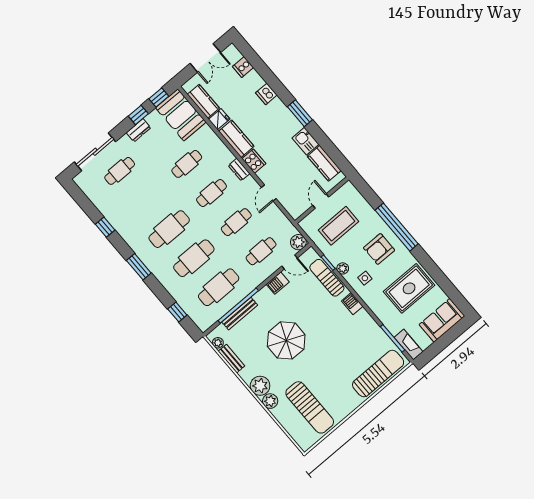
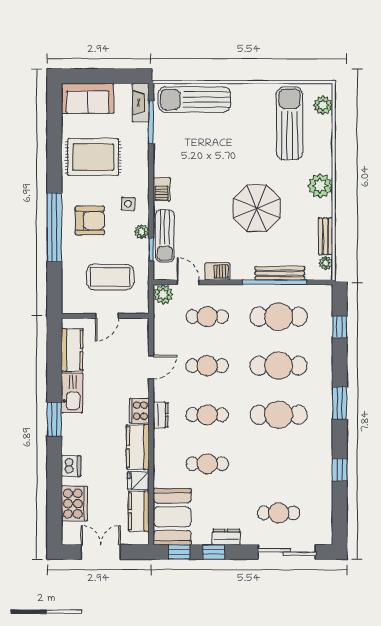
cooker: (243, 67) -> (74, 504), width x1.87, depth x1.31
kitchen sink: (305, 141) -> (72, 393), width x1.38
plant: (270, 401) -> (323, 105), moved

